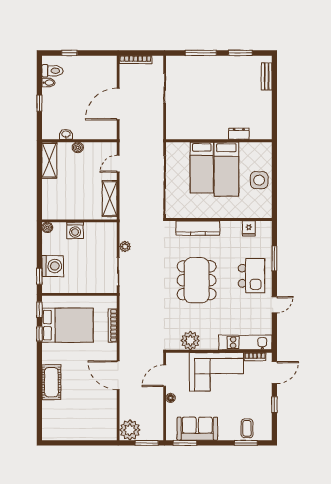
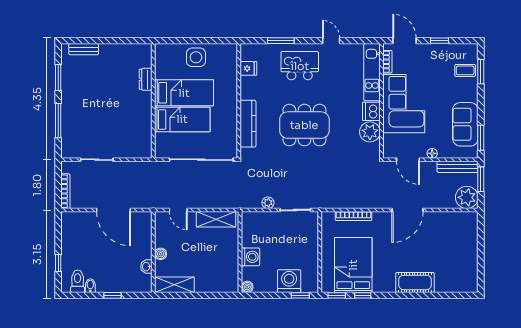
dishwasher: (209, 342) -> (371, 111), added
bench: (158, 421) -> (458, 167), added

